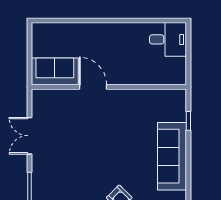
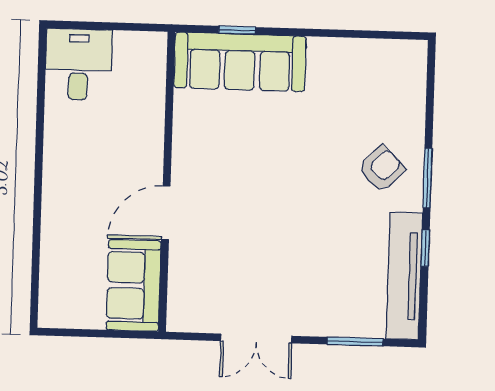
sofa: (172, 156) -> (240, 62), moved

